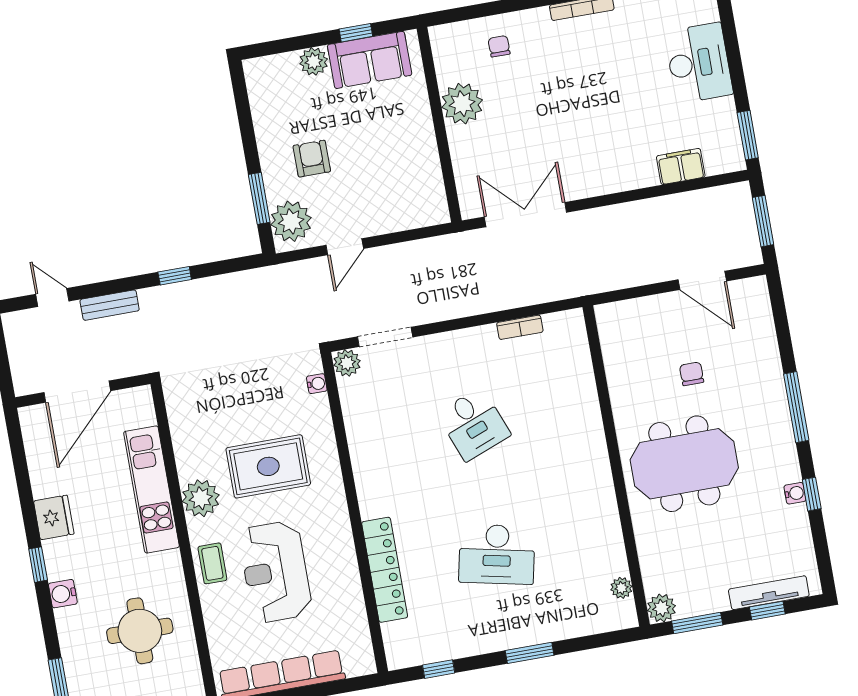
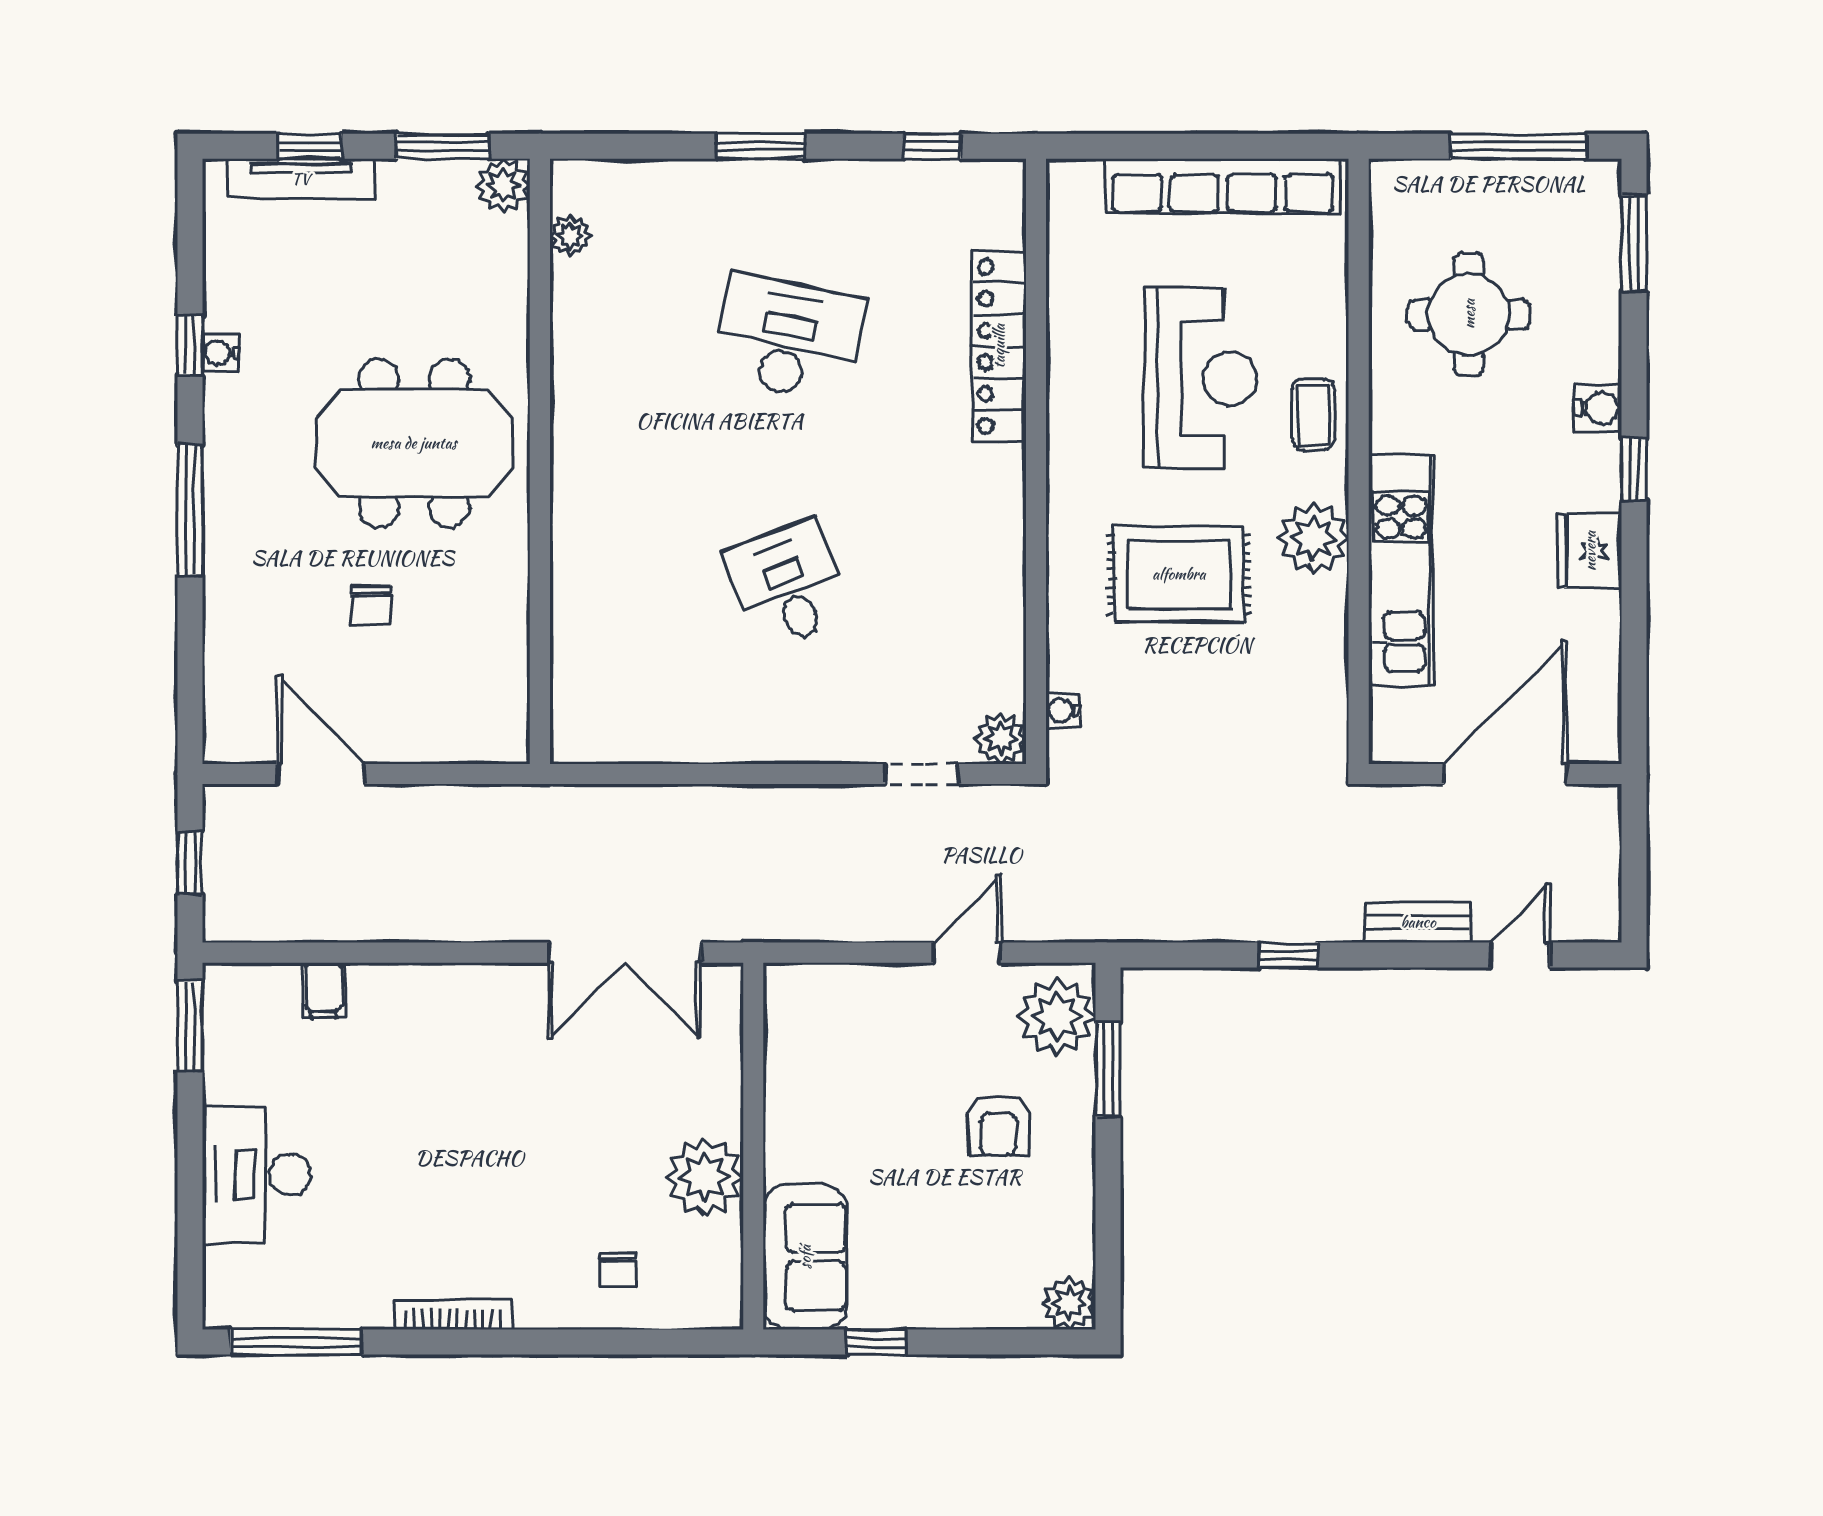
sofa: (370, 60) -> (805, 1257), moved, turned 90
plant: (314, 61) -> (1069, 1303), moved
filing cabinet: (681, 166) -> (323, 990), width x0.50
window: (763, 221) -> (190, 863), width x0.67
door: (52, 298) -> (1520, 955), swing flipped
bookcase: (520, 327) -> (671, 747), removed
doorway: (385, 337) -> (922, 774), width x0.73

